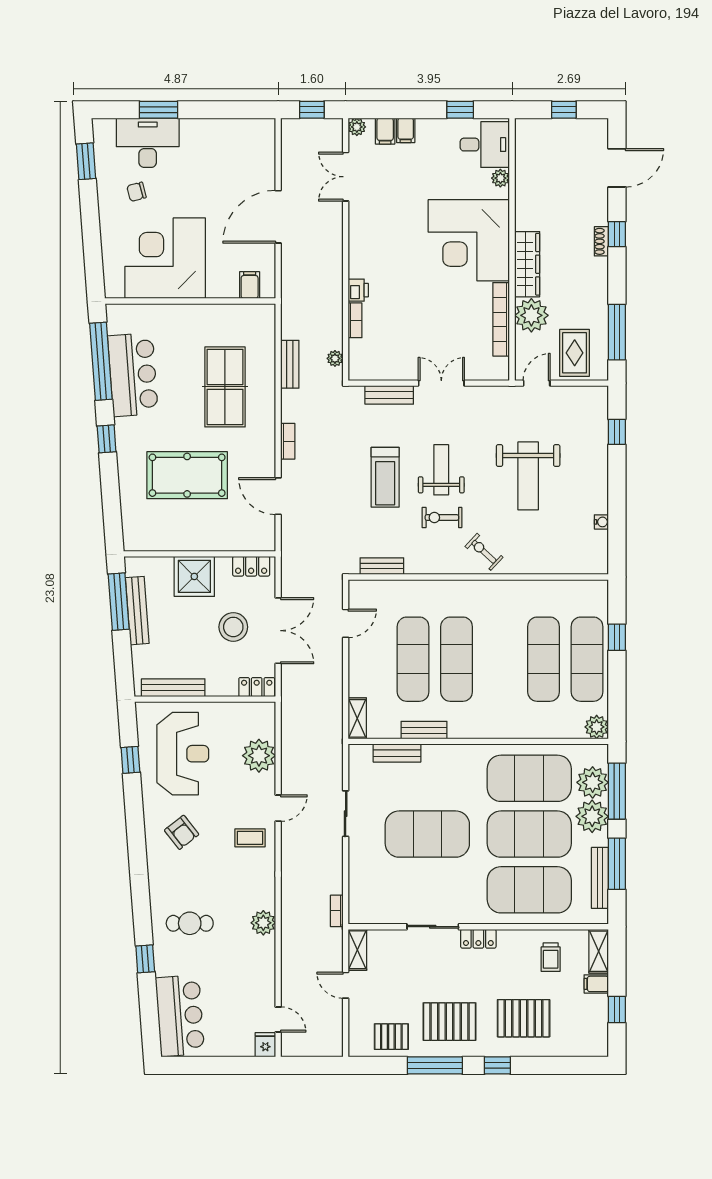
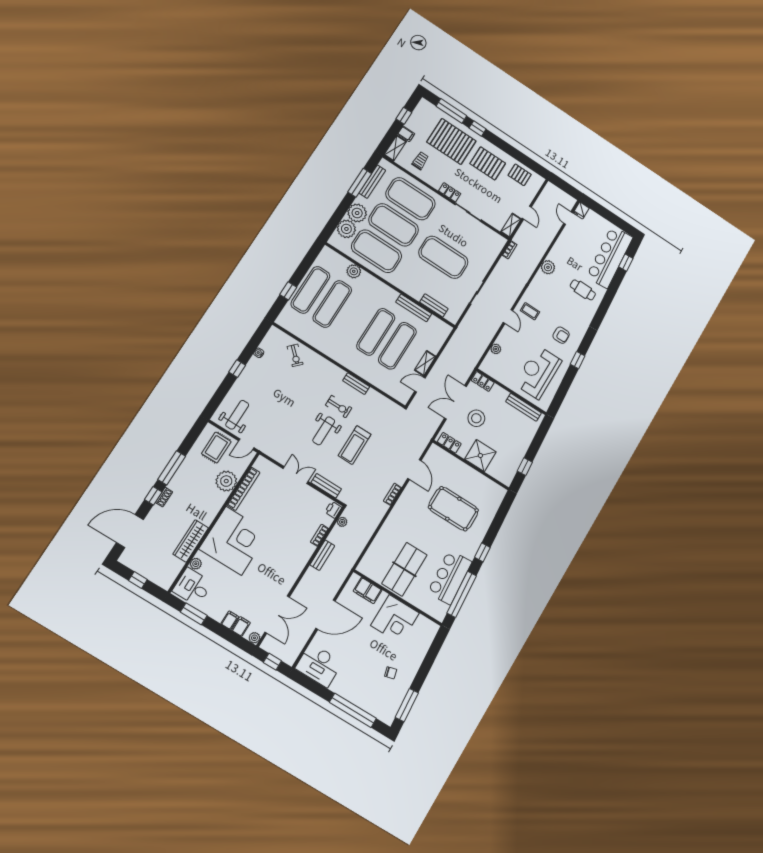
window: (158, 110) -> (353, 710), width x2.11
window: (460, 110) -> (194, 614), width x1.50
desk: (148, 143) -> (319, 665), moved
window: (86, 161) -> (407, 705), width x1.44
door: (617, 168) -> (130, 531), width x1.36
double door: (346, 177) -> (277, 615), width x1.37
corner desk: (165, 258) -> (395, 619), width x0.74, depth x0.74
wardrobe: (527, 264) -> (191, 541), moved
filing cabinet: (250, 285) -> (368, 591), width x2.00
printer: (358, 290) -> (333, 510), moved
window: (617, 332) -> (172, 468), moved
bench: (290, 364) -> (322, 555), moved
double door: (441, 383) -> (296, 475), swing flipped
table tennis table: (225, 387) -> (404, 569), moved
window: (617, 432) -> (237, 369), moved
weight bench: (528, 476) -> (237, 415), moved, width x0.73, depth x0.75
treadmill: (385, 477) -> (355, 445), turned 180
exercise bike: (484, 552) -> (295, 355), moved
bench: (382, 566) -> (356, 384), moved
window: (119, 602) -> (525, 467), width x0.46
bench: (137, 611) -> (518, 456), removed
shelving: (357, 718) -> (425, 363), moved
plant: (597, 727) -> (354, 271), moved
bench: (424, 730) -> (414, 308), width x1.36
plant: (259, 756) -> (496, 349), width x0.53, depth x0.53
window: (130, 760) -> (578, 360), moved
window: (617, 791) -> (337, 217), removed
door: (278, 808) -> (508, 317), swing flipped
armchair: (182, 832) -> (561, 335), turned 128
window: (145, 959) -> (626, 263), moved
bar counter: (180, 1016) -> (610, 257), width x1.36
pallet: (524, 1018) -> (451, 141), width x1.37, depth x1.41
window: (435, 1065) -> (451, 111), moved

